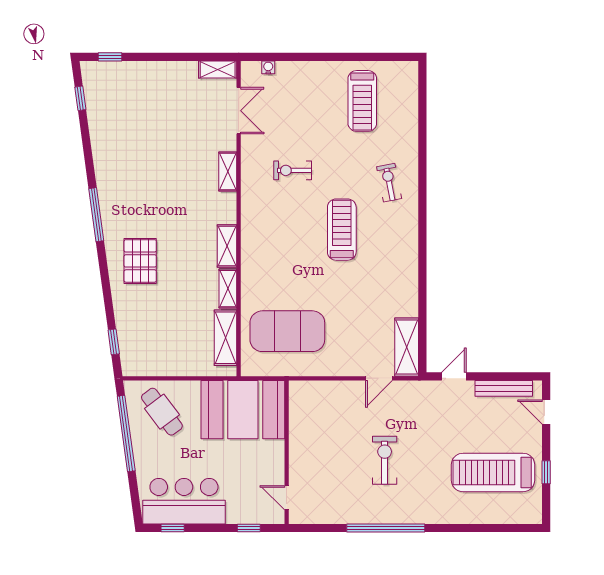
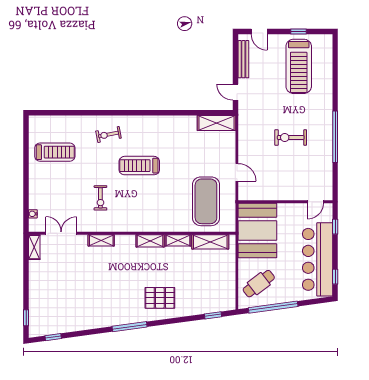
door: (379, 378) -> (237, 172), moved
door: (546, 412) -> (259, 32), hinge flipped
bar counter: (184, 501) -> (318, 259), width x1.36

